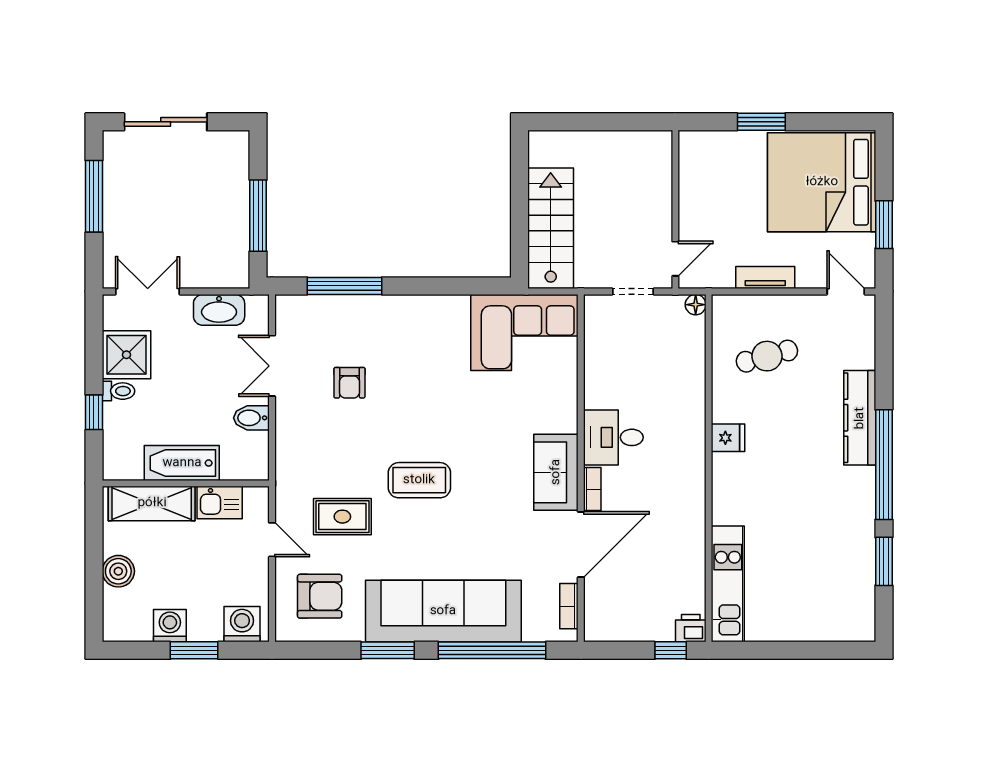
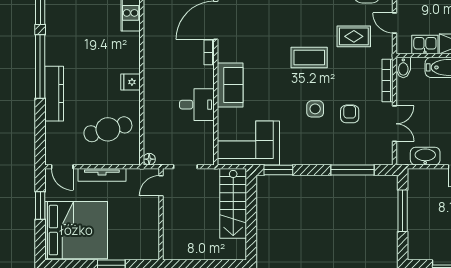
tv unit: (765, 278) -> (102, 175), width x1.41
window: (473, 286) -> (278, 170), added
cafe table: (767, 356) -> (108, 129), width x1.37, depth x1.35
side table: (409, 391) -> (315, 109), added
bidet: (251, 418) -> (403, 67), moved, turned 90
desk: (613, 437) -> (197, 105), moved
bookcase: (284, 440) -> (387, 80), added
sofa: (556, 472) -> (230, 85), moved

